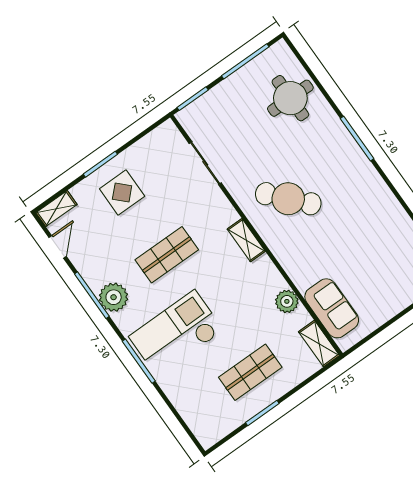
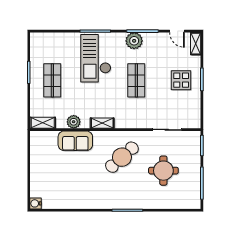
round table: (290, 98) -> (163, 171), moved
shelving: (246, 240) -> (102, 123), moved
sofa: (332, 308) -> (75, 141), moved
checkout: (176, 333) -> (96, 58), turned 180

